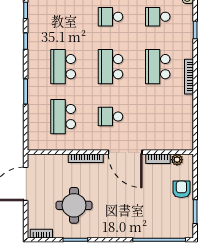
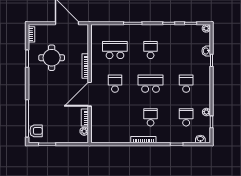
school desk: (63, 67) -> (151, 50), width x0.54
school desk: (158, 67) -> (151, 117), width x0.54
armchair: (181, 189) -> (36, 131), moved

